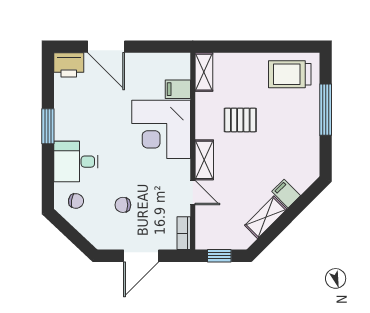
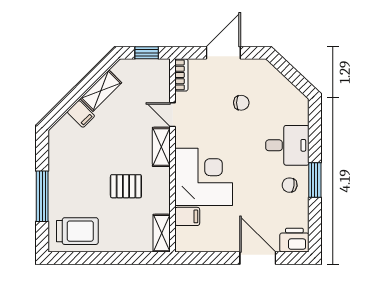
chair: (76, 201) -> (290, 185), moved

